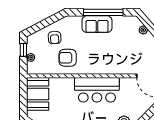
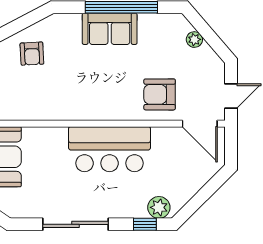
armchair: (68, 58) -> (160, 94), moved

